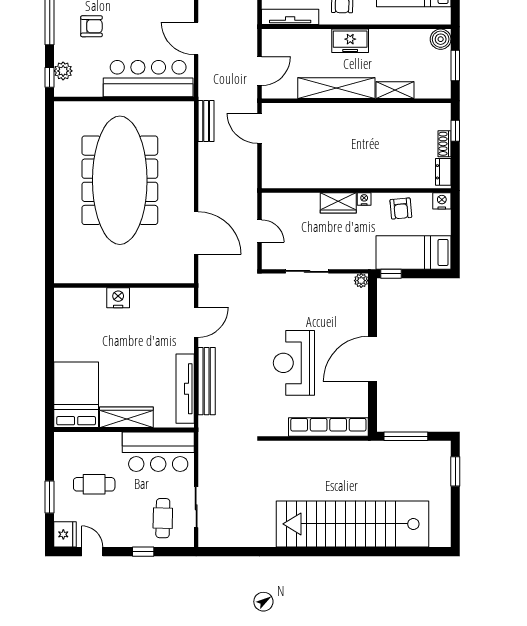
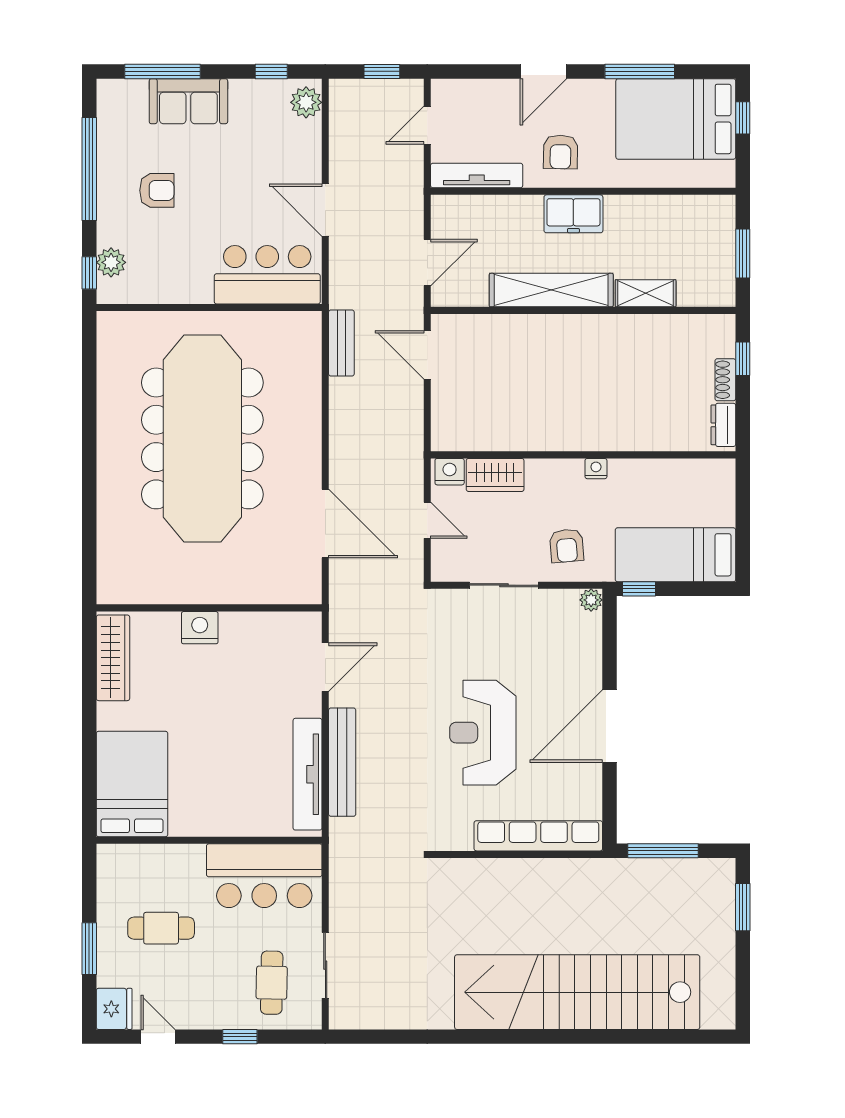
boiler: (441, 39) -> (719, 211), removed
bar counter: (148, 79) -> (267, 275), width x0.73
nightstand: (442, 201) -> (450, 472), moved
wardrobe: (338, 203) -> (495, 475), moved
armchair: (401, 208) -> (567, 546), moved
wardrobe: (126, 417) -> (113, 658), moved, turned 90

